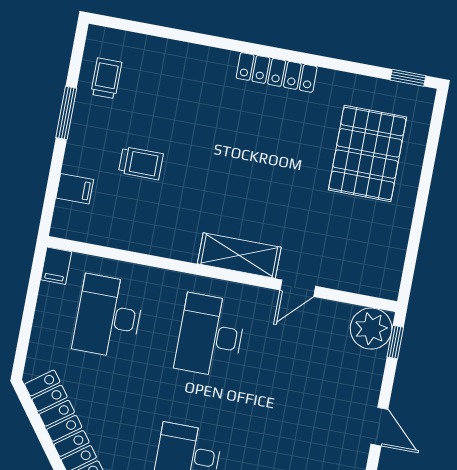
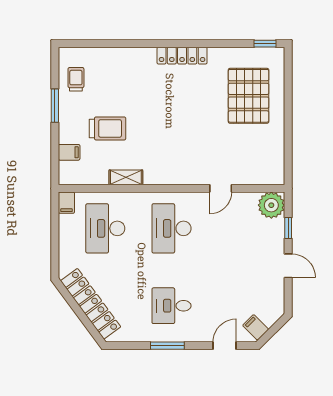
trolley: (141, 163) -> (108, 128), width x1.36, depth x1.39
shelving: (239, 256) -> (126, 177), moved, width x0.67, depth x0.75
window: (395, 342) -> (288, 228), moved

